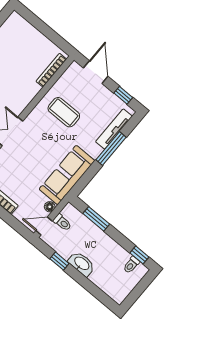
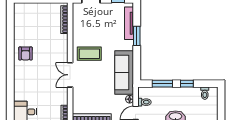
coffee table: (64, 112) -> (89, 54), moved
window: (111, 149) -> (137, 36), width x0.69
window: (139, 255) -> (187, 84), moved

